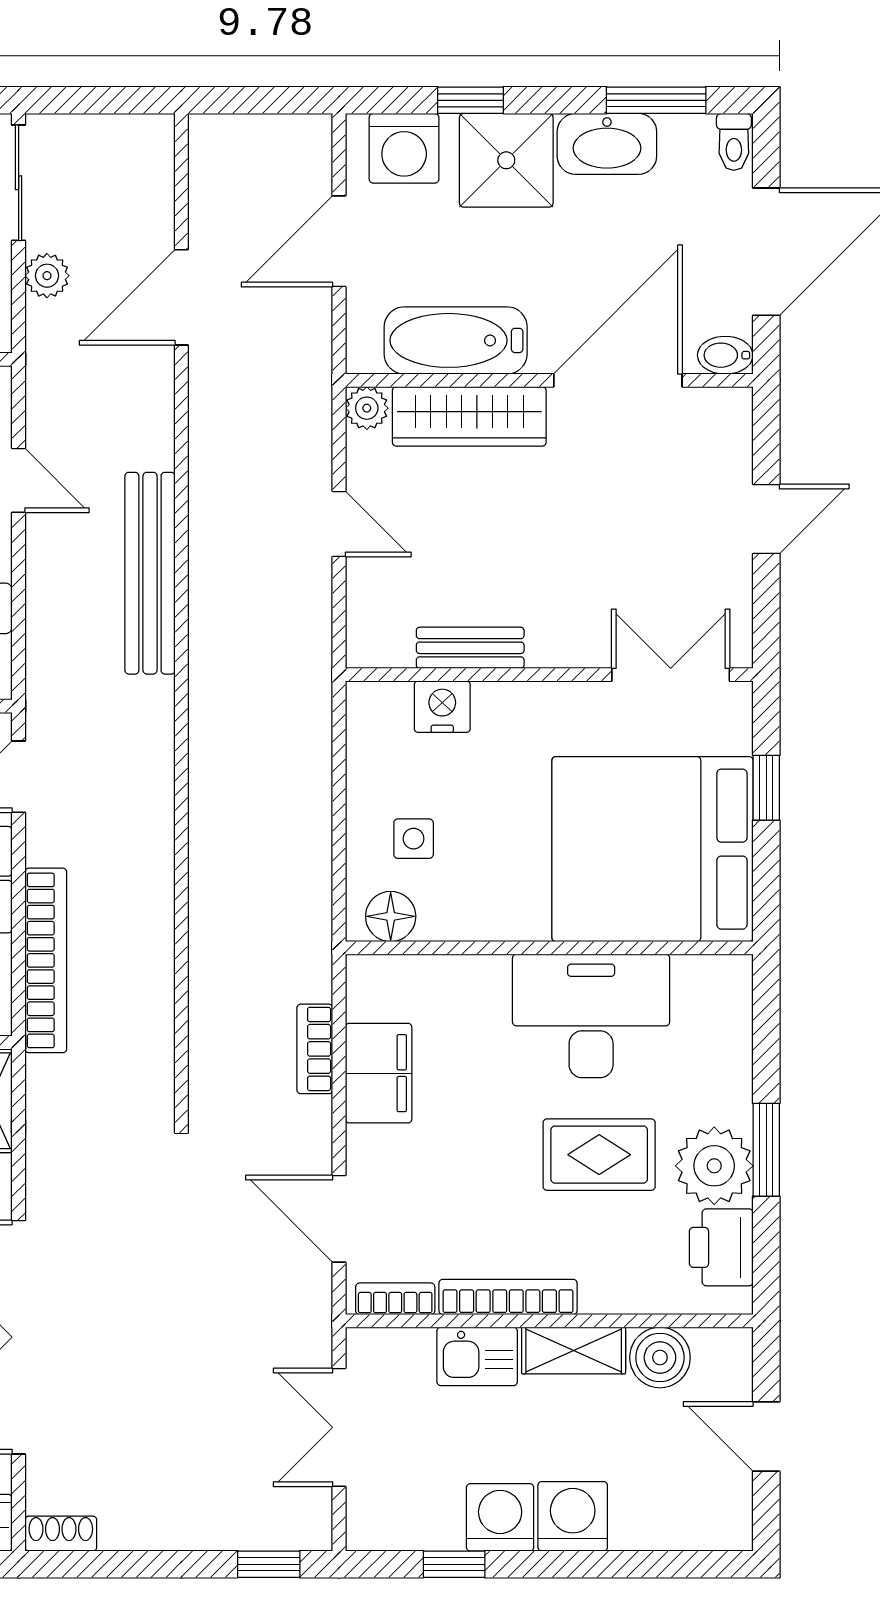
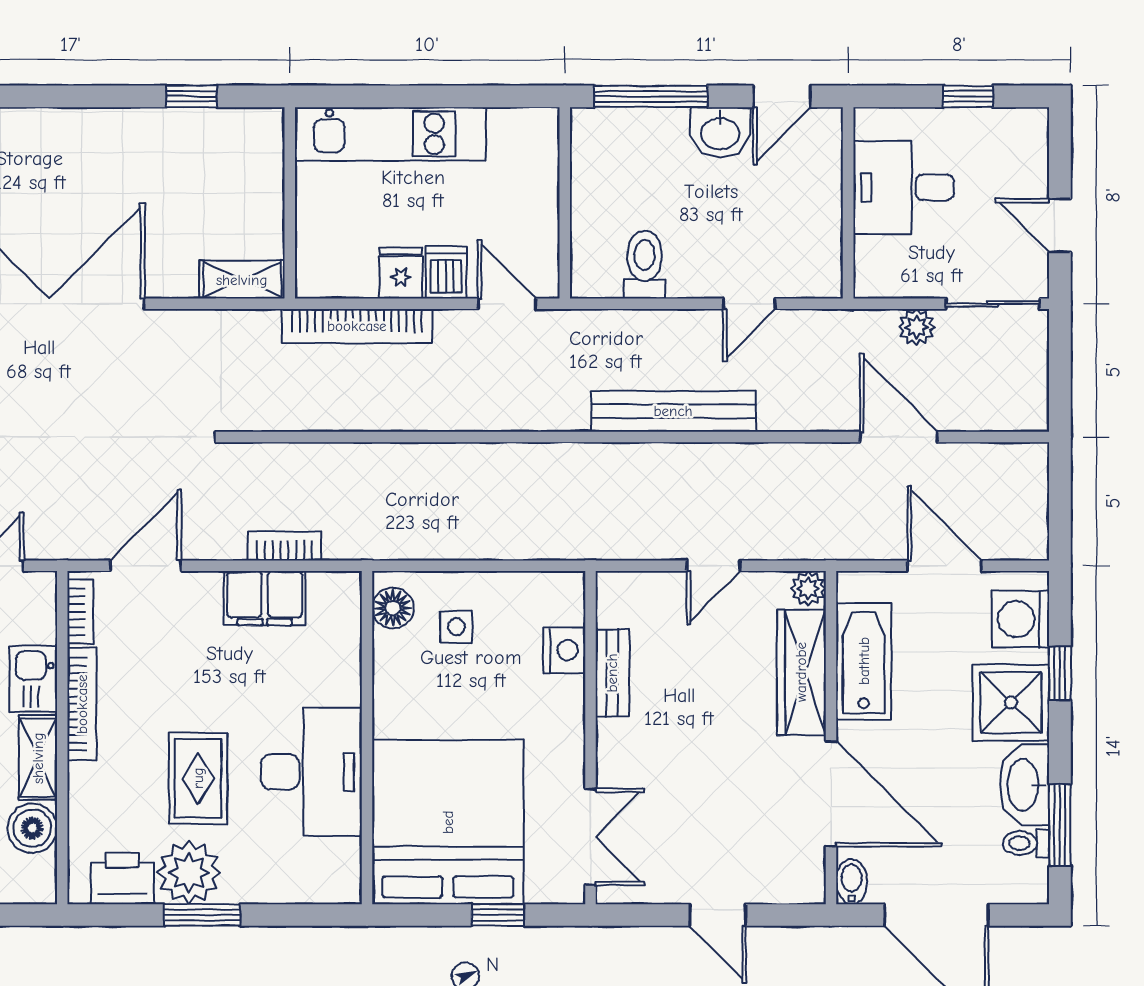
toilet: (734, 142) -> (1026, 843), moved

